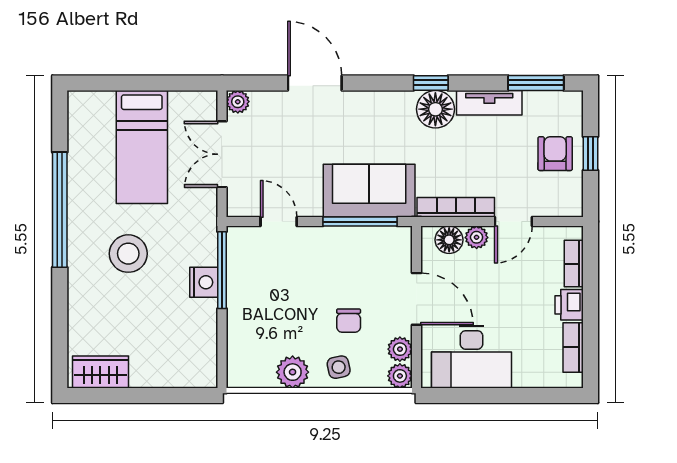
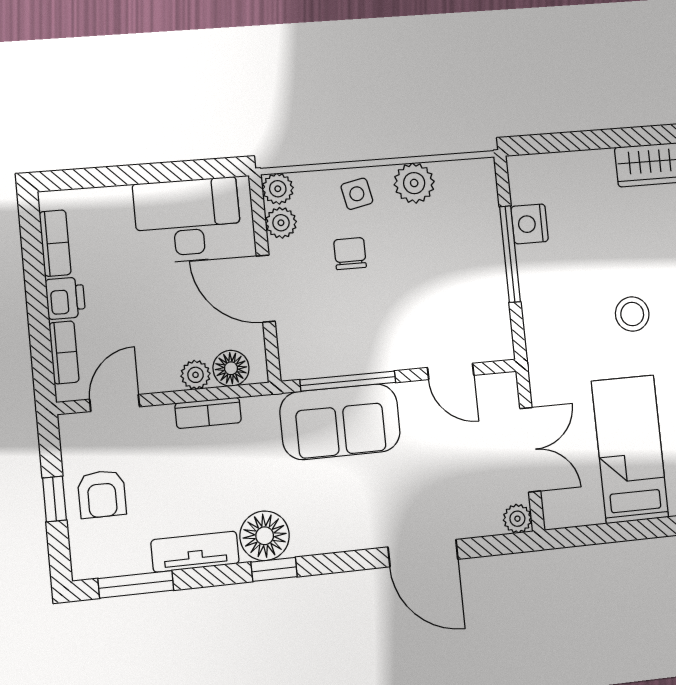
bookcase: (456, 207) -> (208, 413), width x0.64
door: (513, 222) -> (115, 403), moved
stool: (128, 254) -> (632, 314), width x0.73, depth x0.73
window: (222, 270) -> (510, 254), moved
nightstand: (204, 282) -> (530, 224), moved

